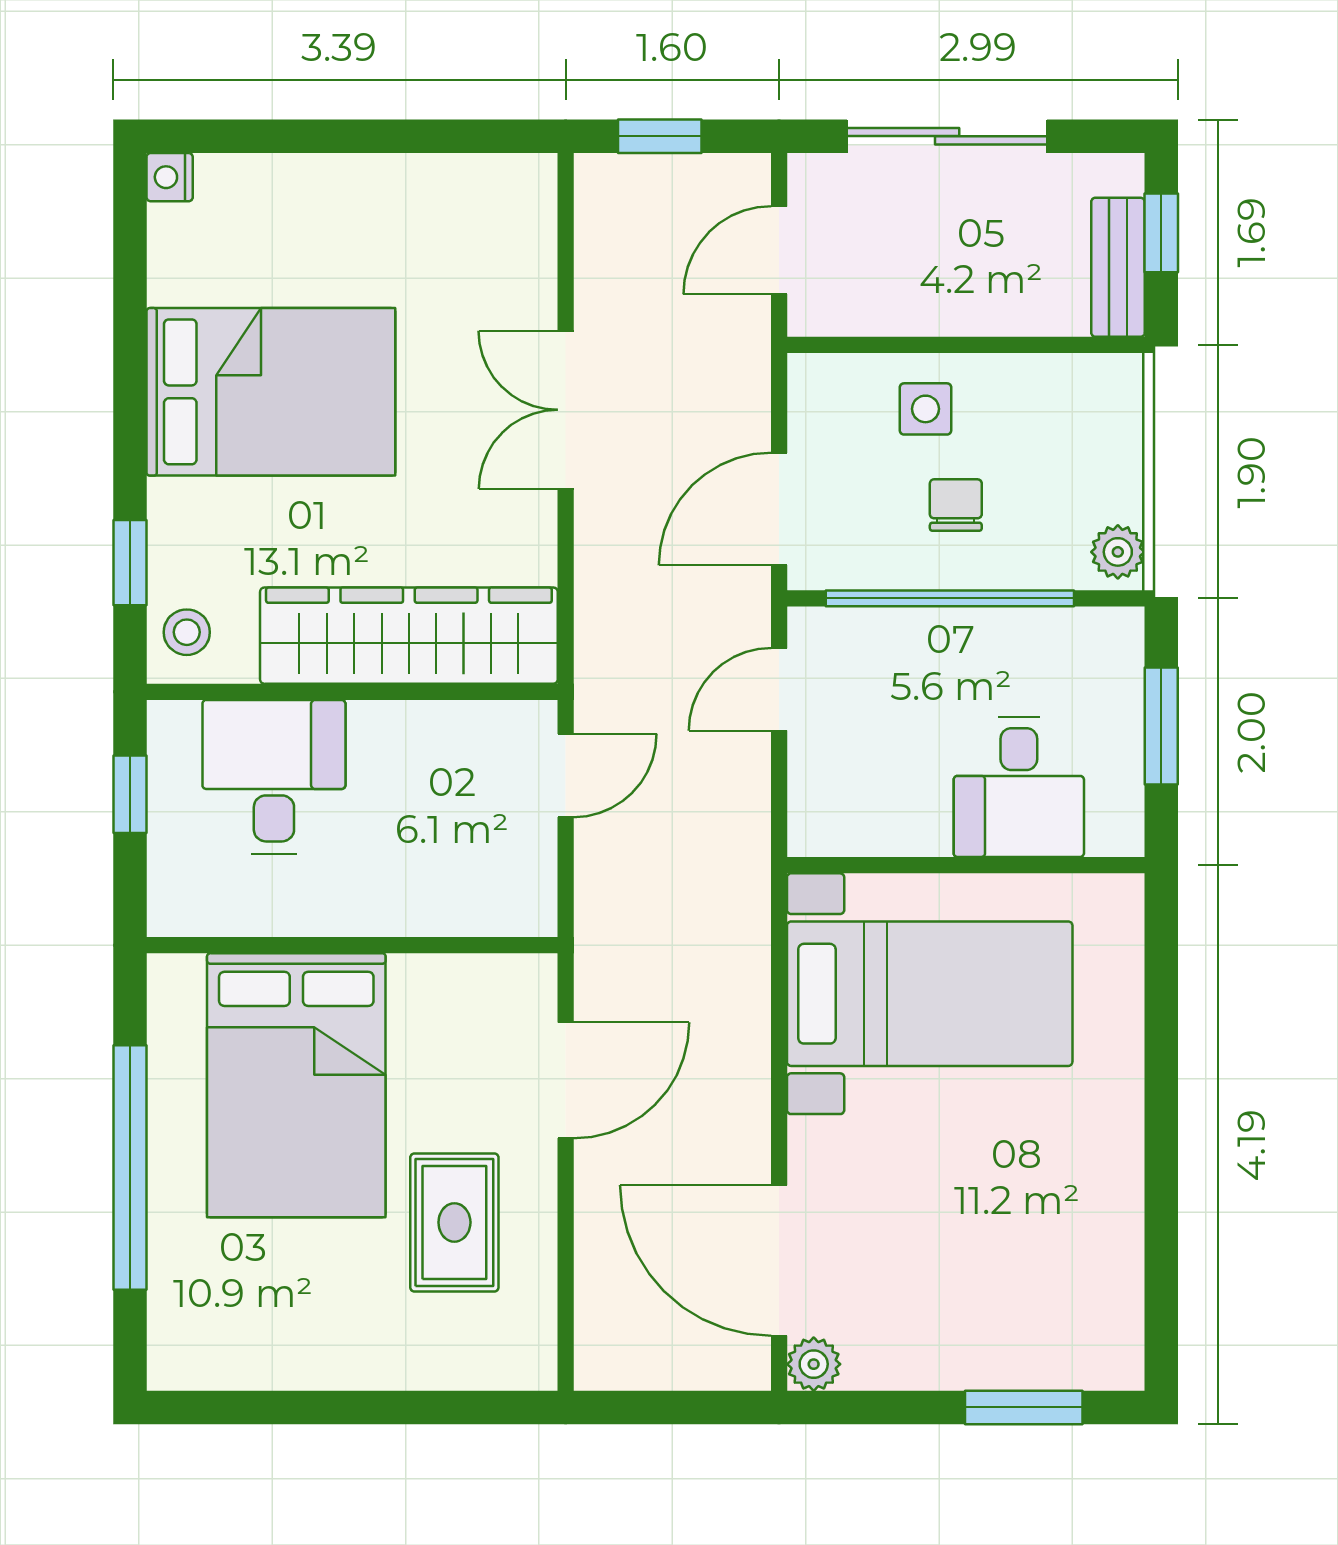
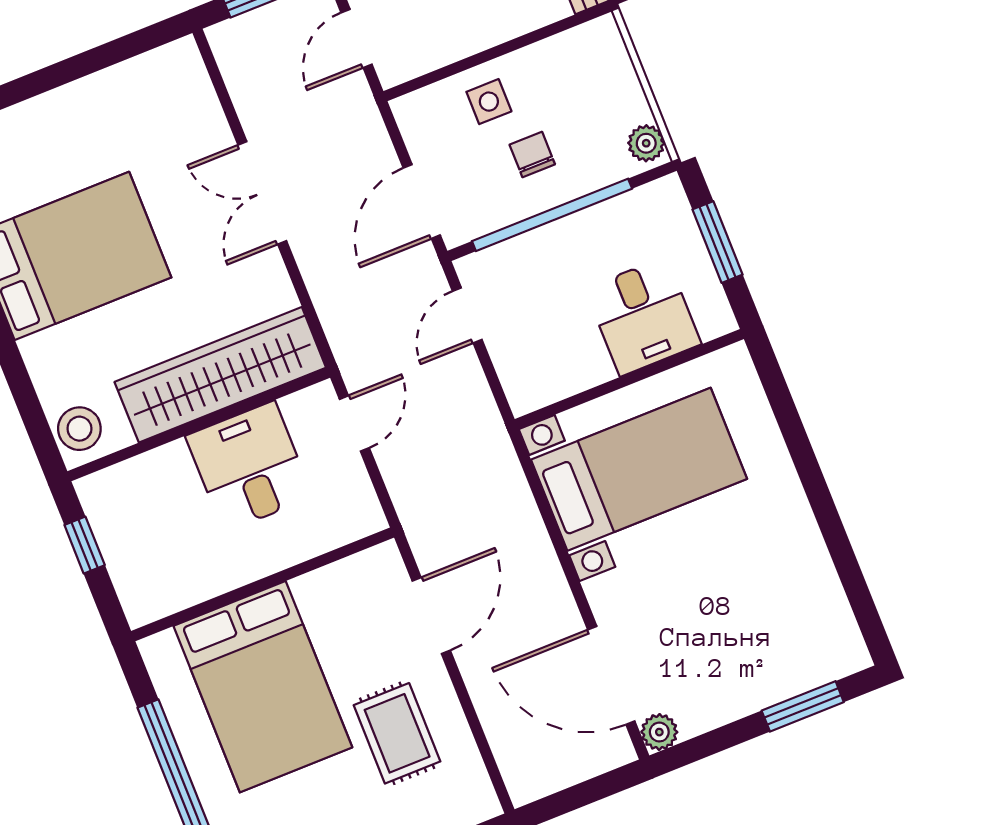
window: (130, 563) -> (26, 399), removed
stool: (187, 632) -> (79, 429), width x1.37, depth x1.37
desk: (274, 777) -> (249, 466), moved

